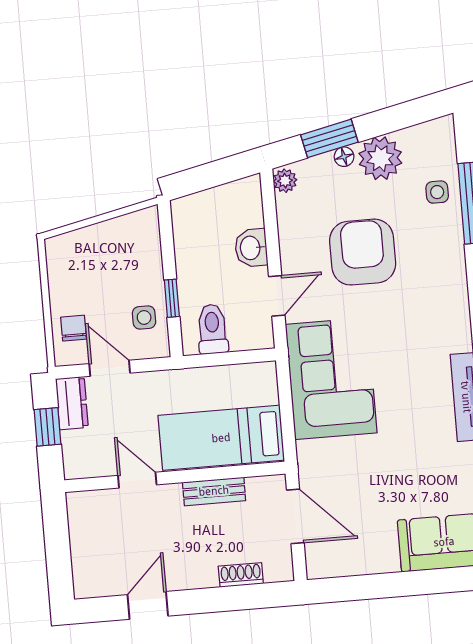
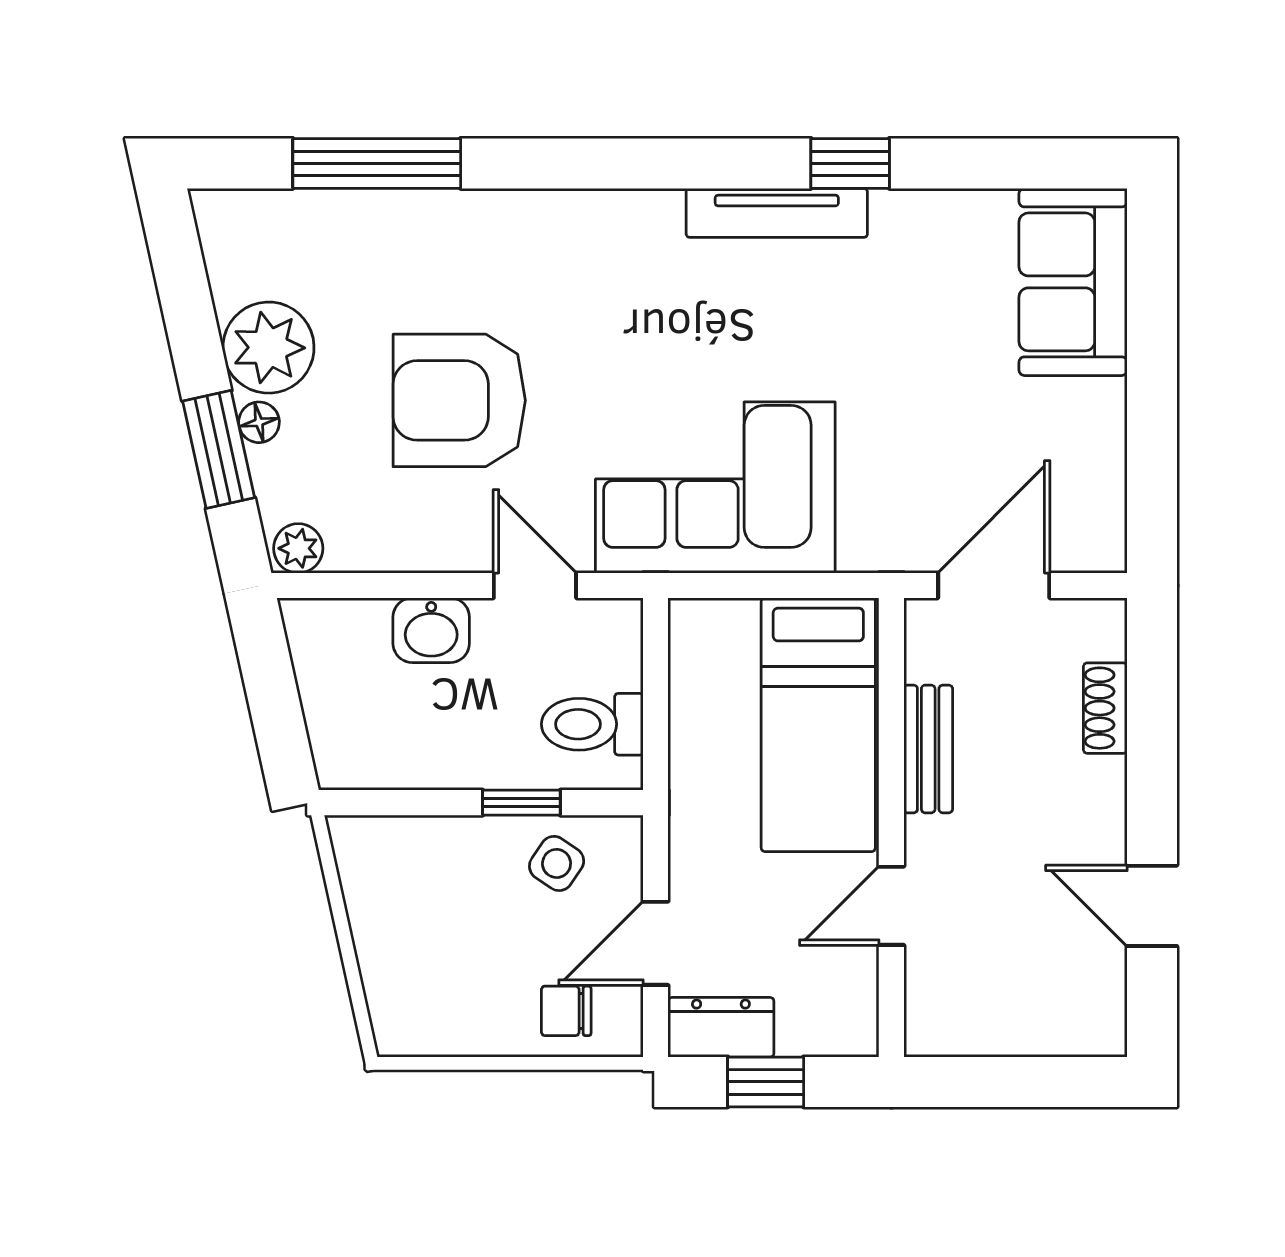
side table: (437, 192) -> (348, 236), removed
side table: (144, 317) -> (557, 863), turned 34

